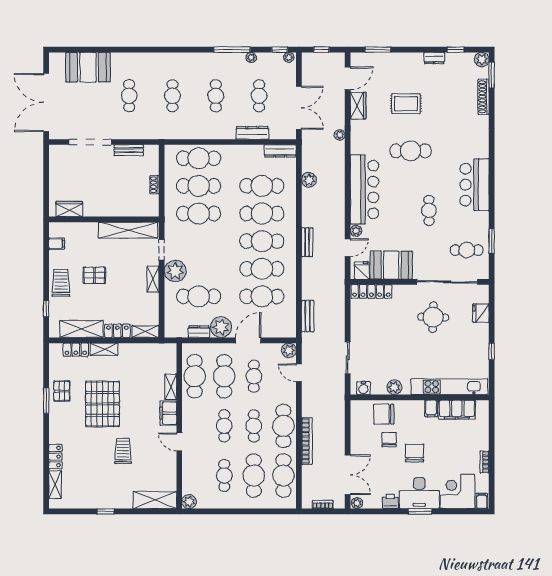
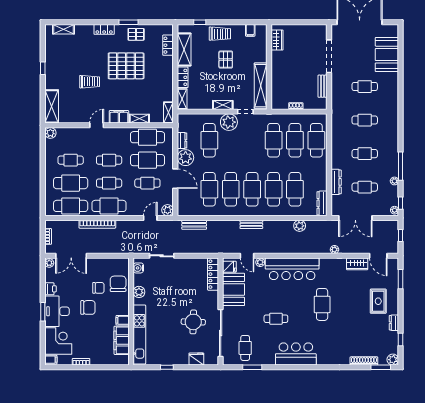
rug: (406, 104) -> (378, 301), moved
shelving: (104, 349) -> (168, 113), moved
locker: (55, 457) -> (104, 29), moved

